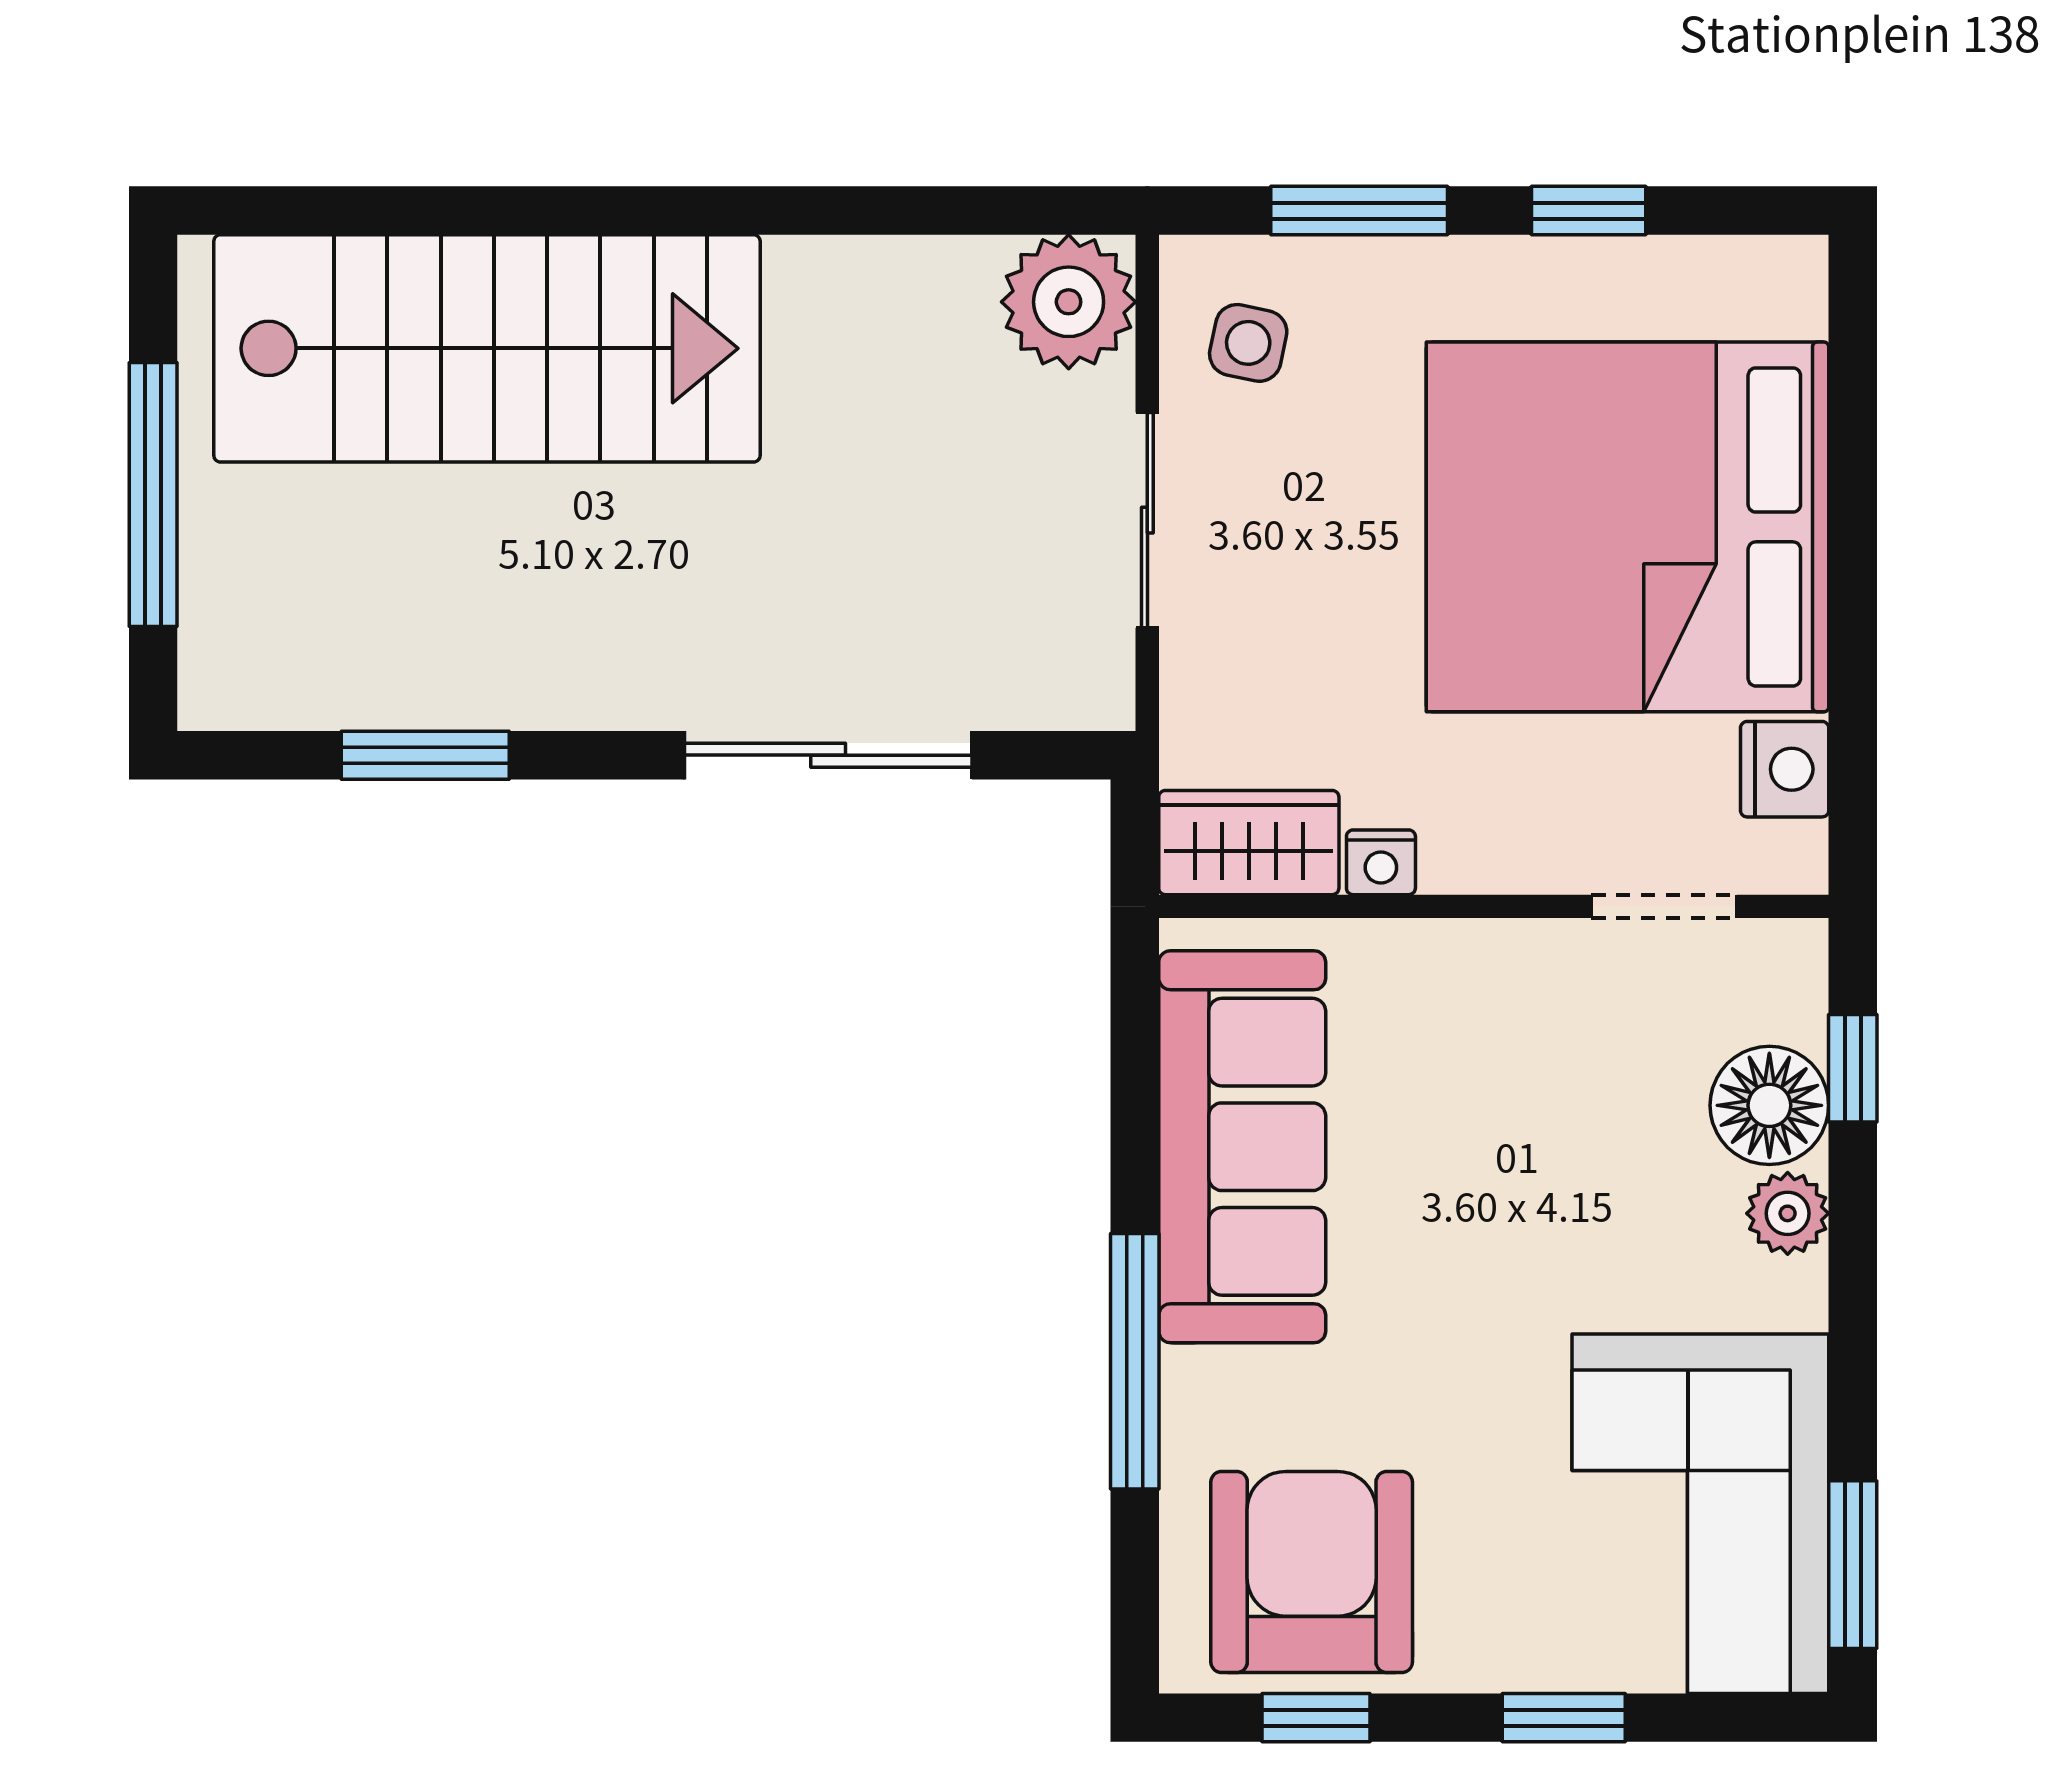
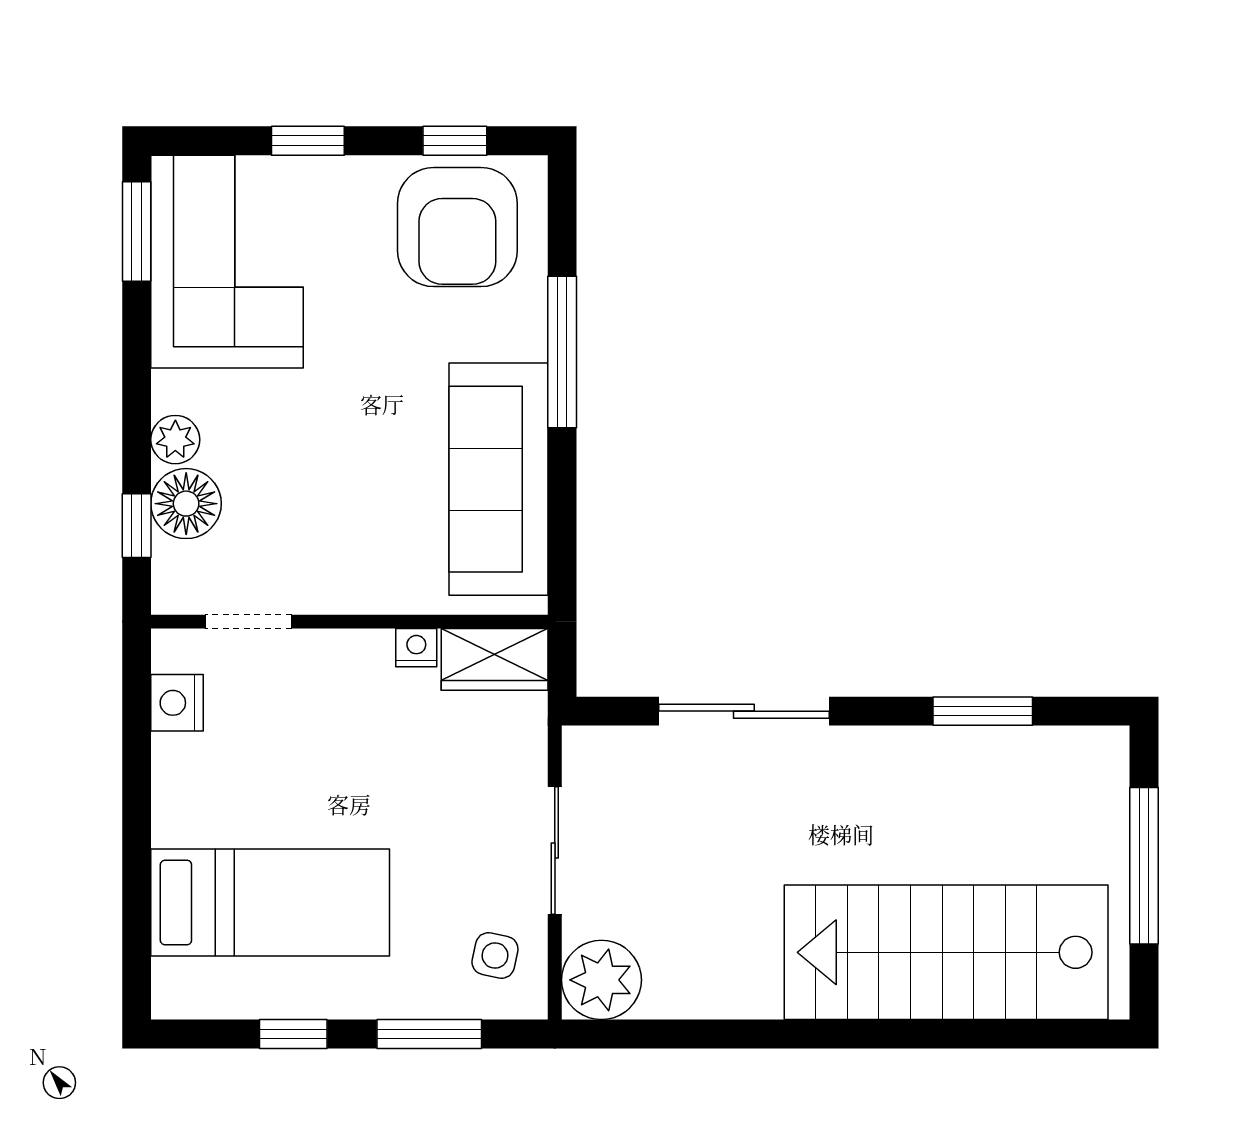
bed: (1628, 527) -> (270, 902), width x0.49

